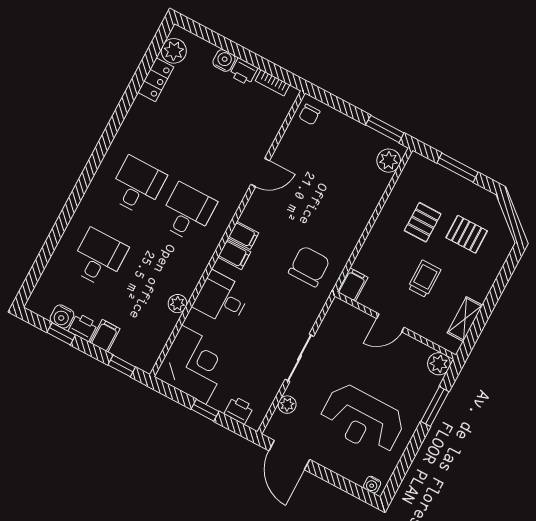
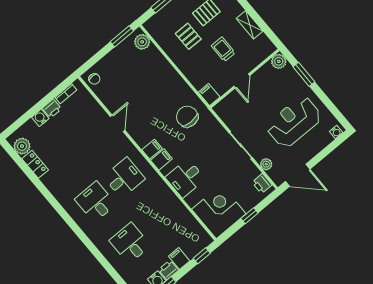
desk: (187, 212) -> (124, 178), turned 90
plant: (177, 304) -> (177, 206), removed
shelving: (465, 319) -> (250, 25), moved
printer: (239, 410) -> (262, 184), moved, turned -90
reception desk: (362, 420) -> (294, 122), turned 180

